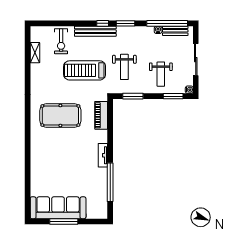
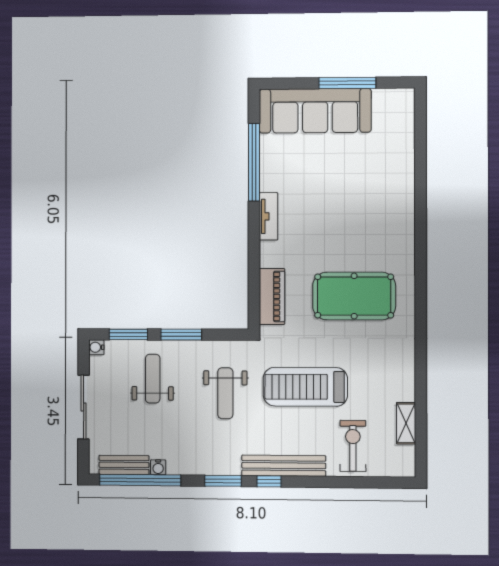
weight bench: (124, 67) -> (225, 393), turned 180
treadmill: (85, 70) -> (305, 387), turned 180
window: (133, 96) -> (181, 335), moved
sofa: (58, 208) -> (315, 111), moved

